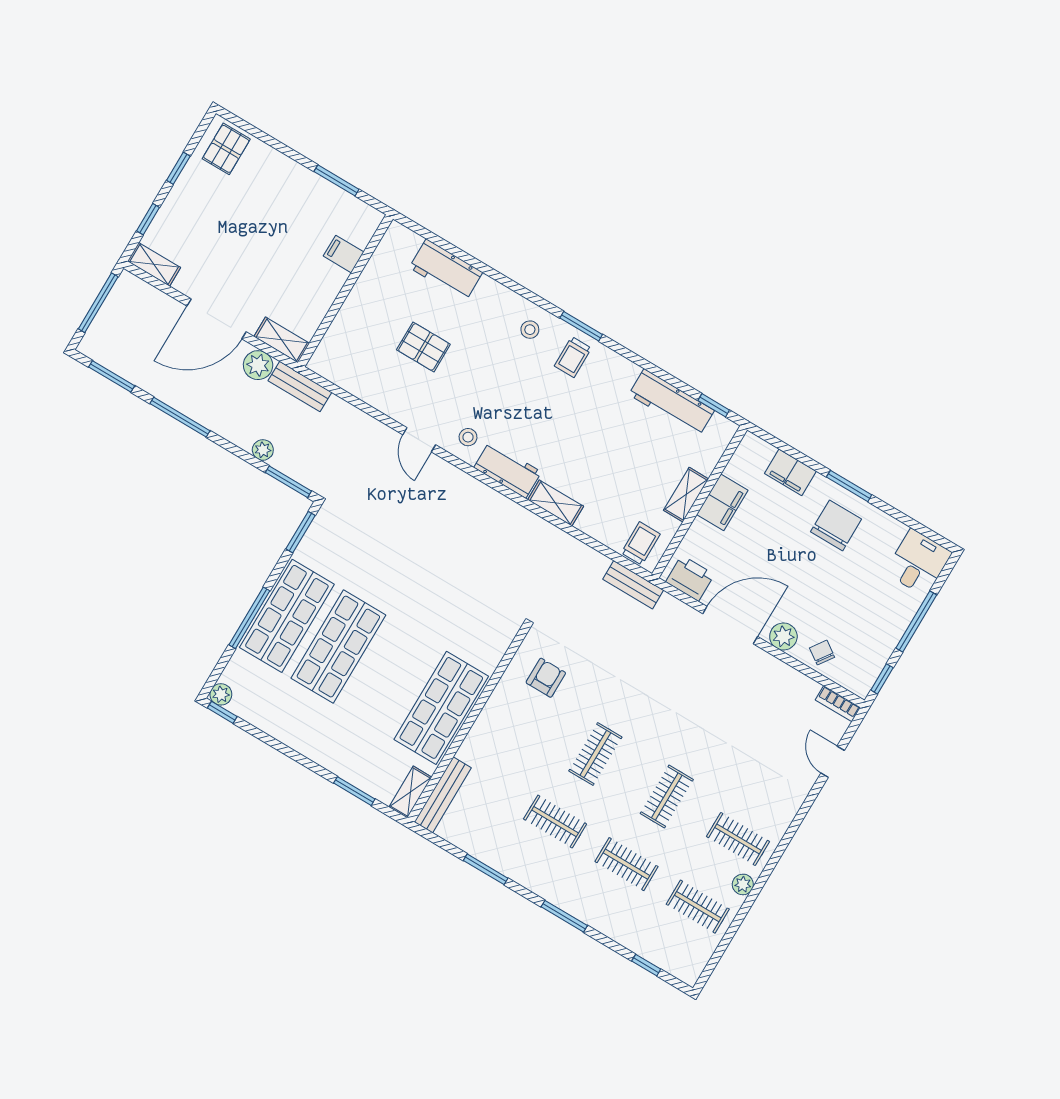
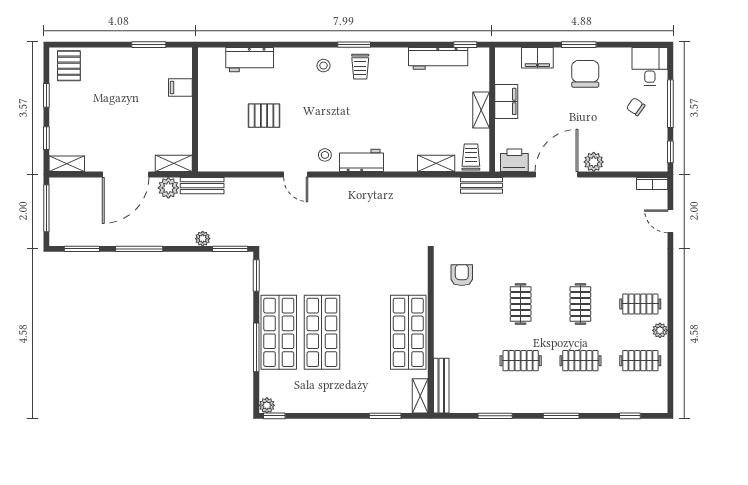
shelving: (556, 503) -> (436, 163), moved
chair: (822, 653) -> (636, 107), moved

